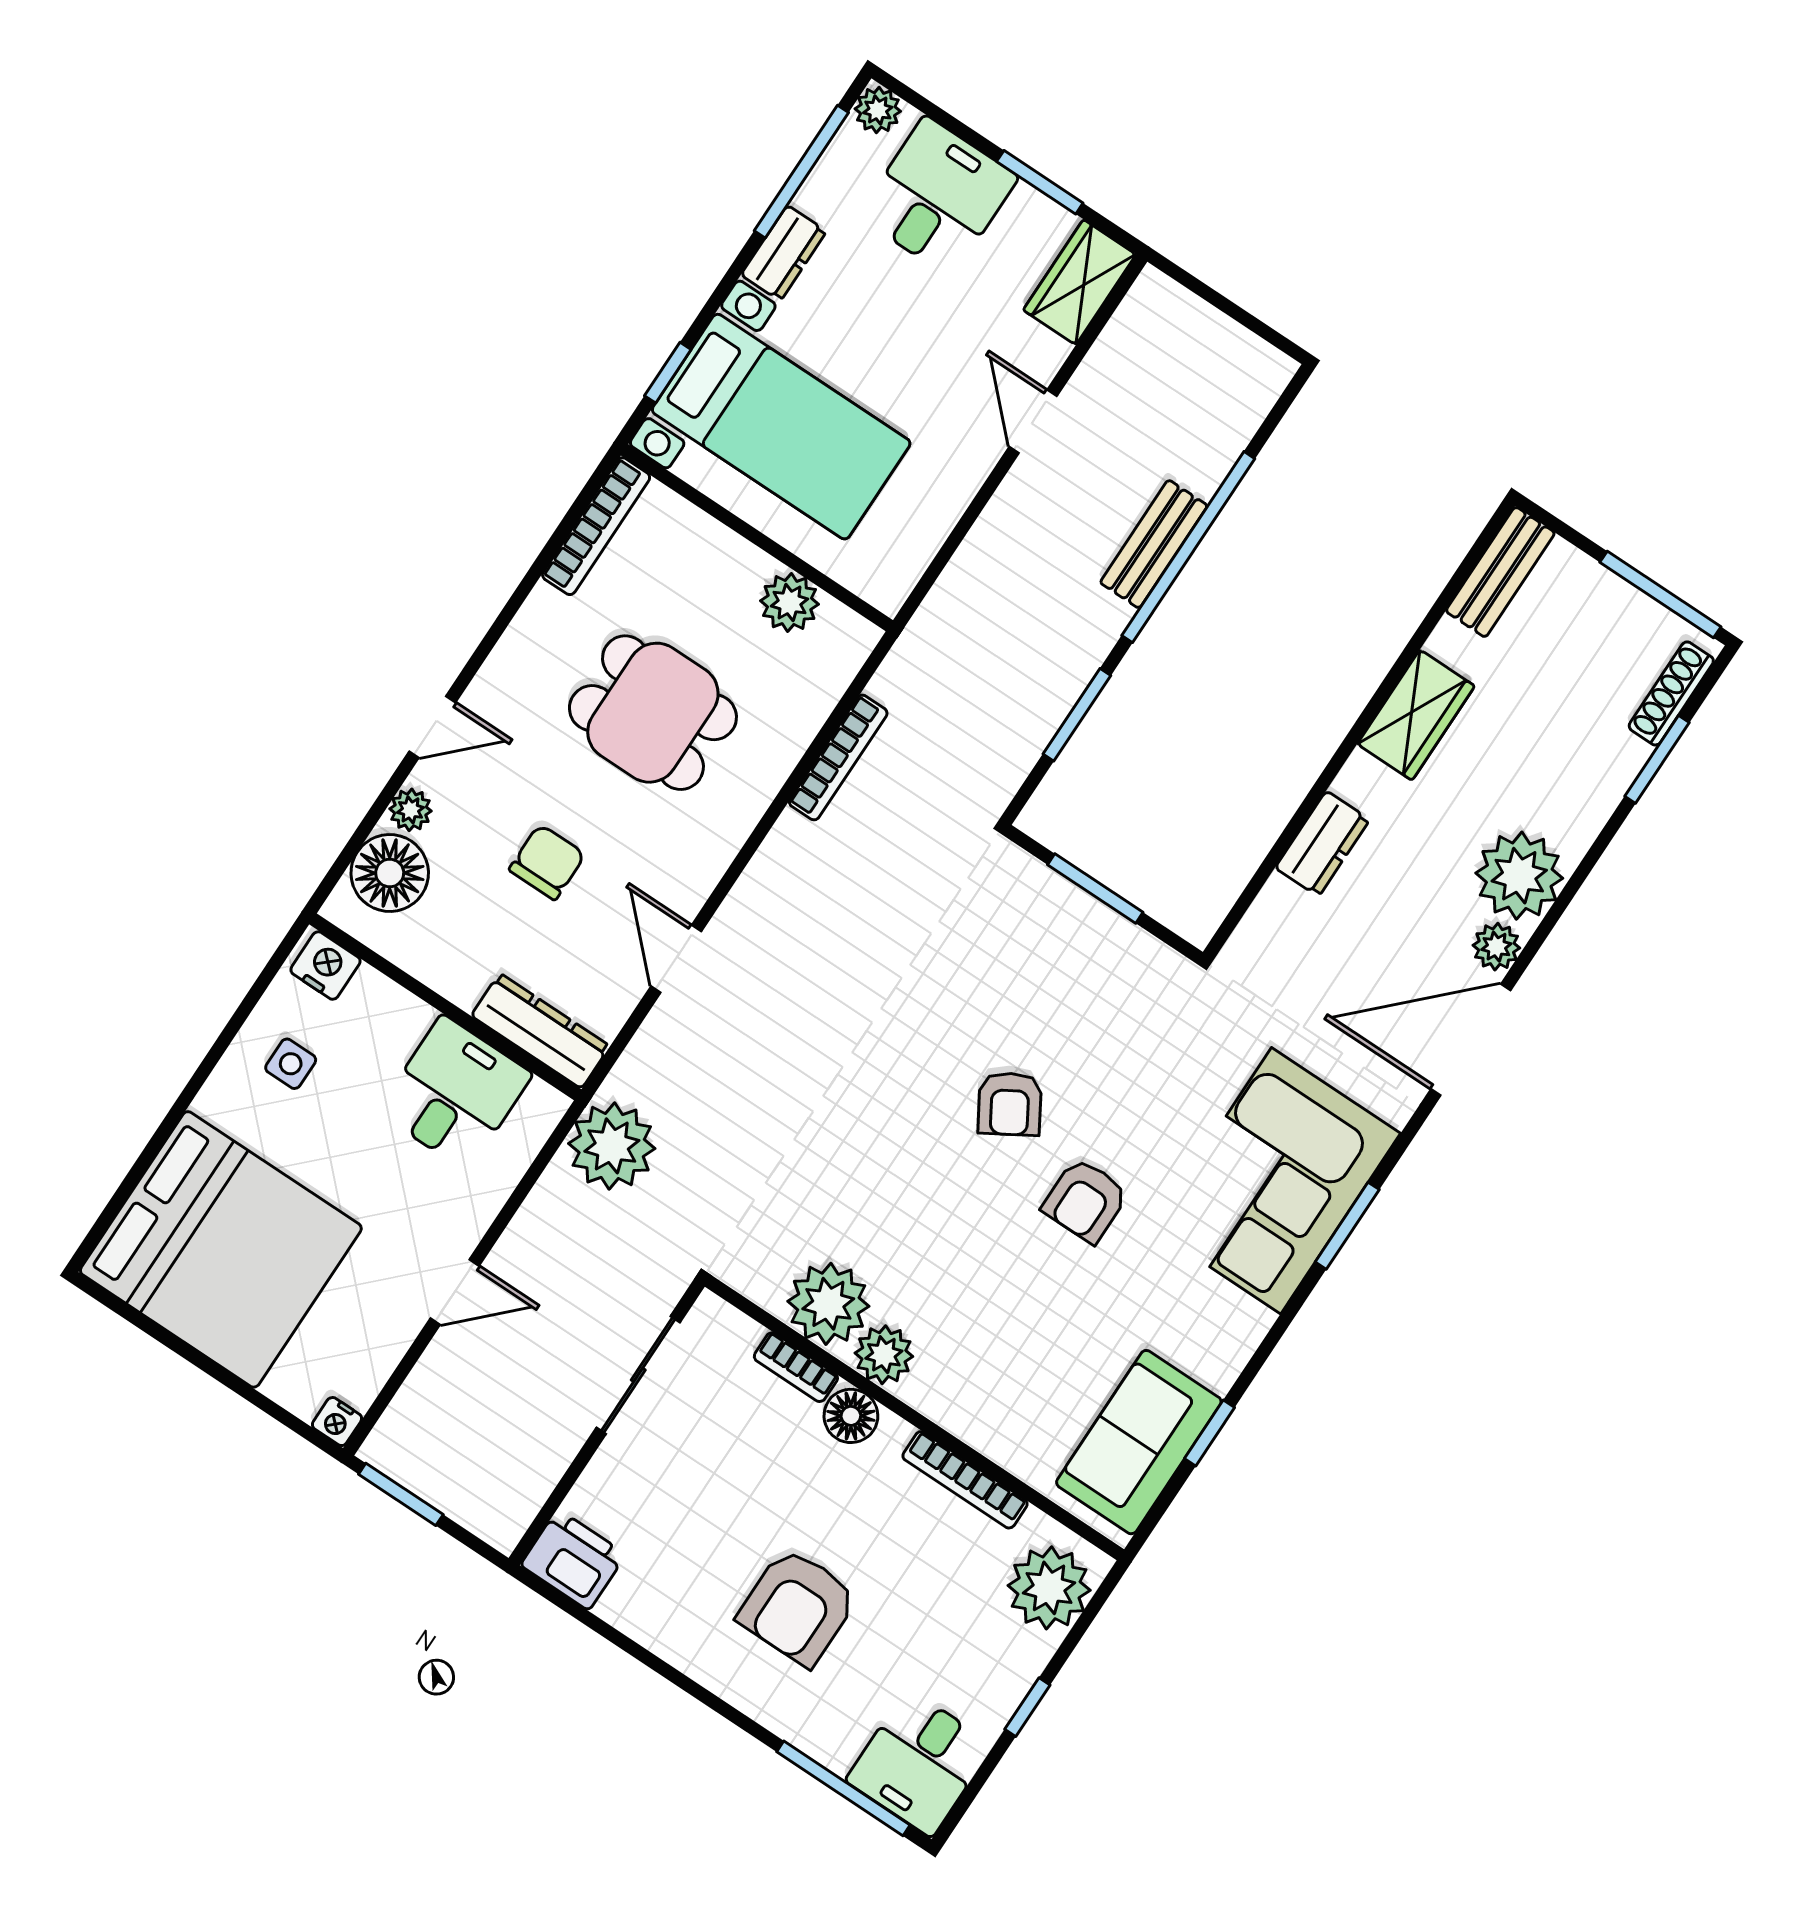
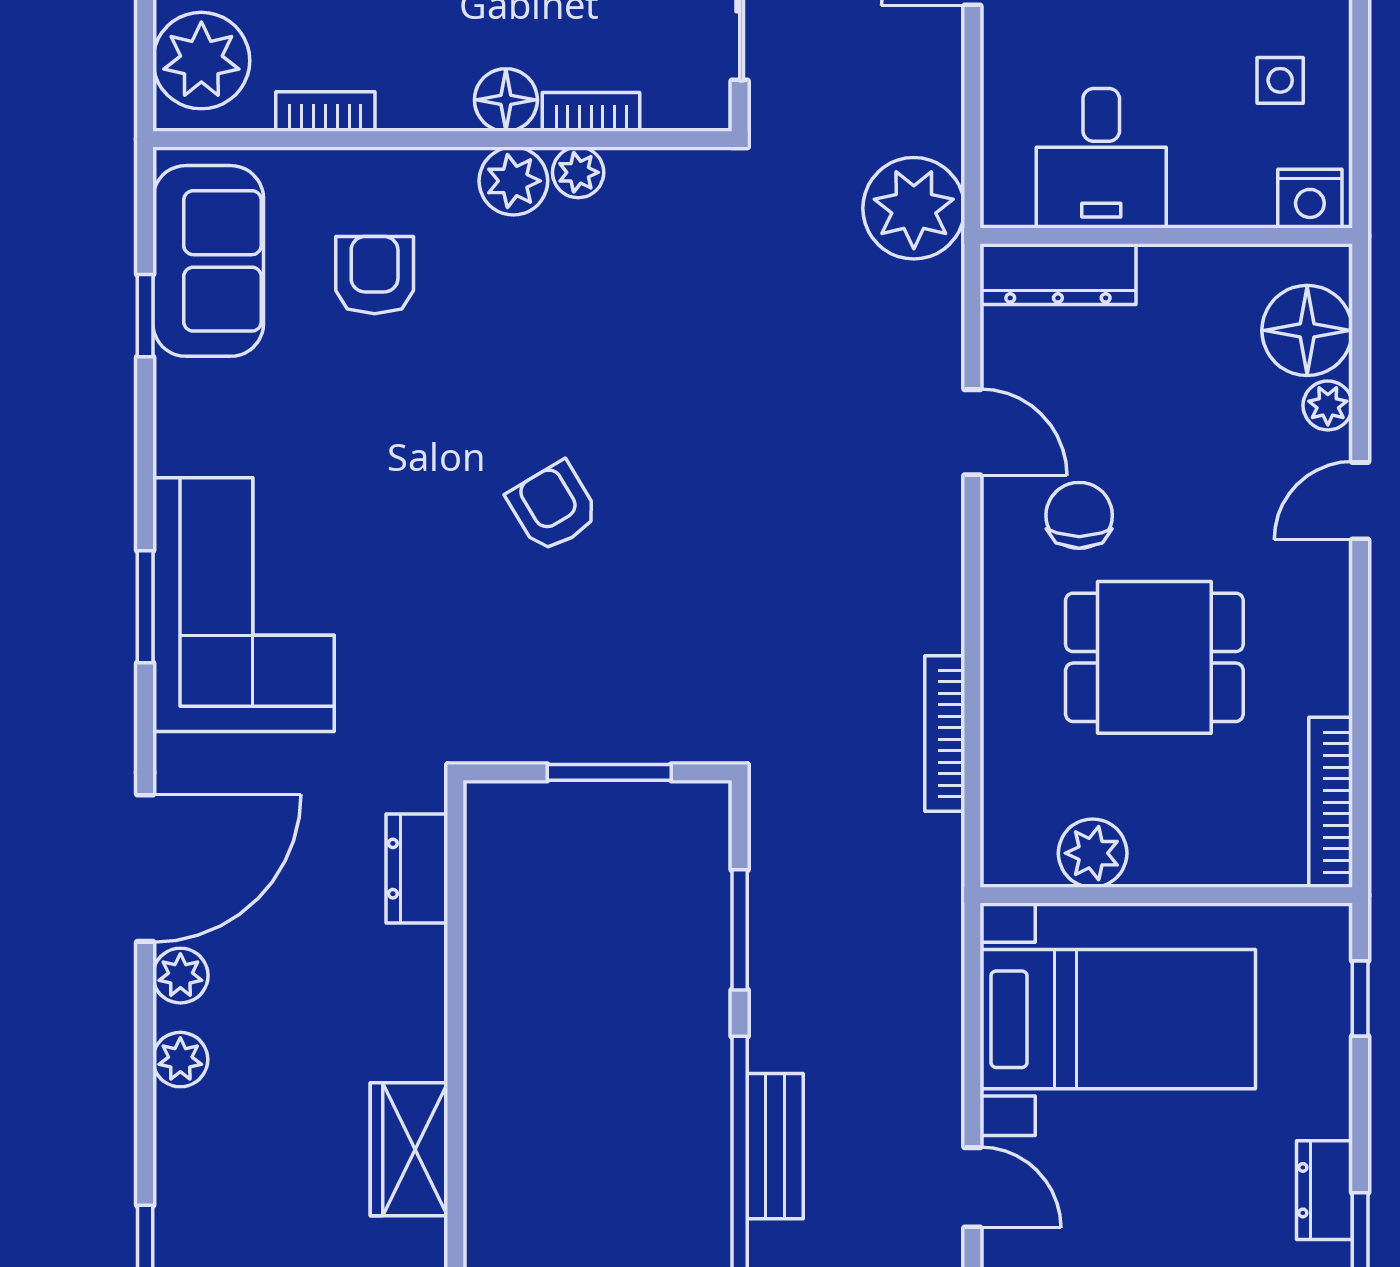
bed with nightstands: (781, 427) -> (1118, 1019), moved, turned 180
dresser: (1322, 844) -> (417, 869), moved
chair: (547, 862) -> (1079, 515), moved, turned 180
plant: (1519, 876) -> (180, 1060), width x0.53, depth x0.53
armchair: (1085, 1200) -> (375, 275), moved
plant: (828, 1304) -> (578, 172), width x0.53, depth x0.53
bookcase: (965, 1480) -> (325, 112), width x0.64

